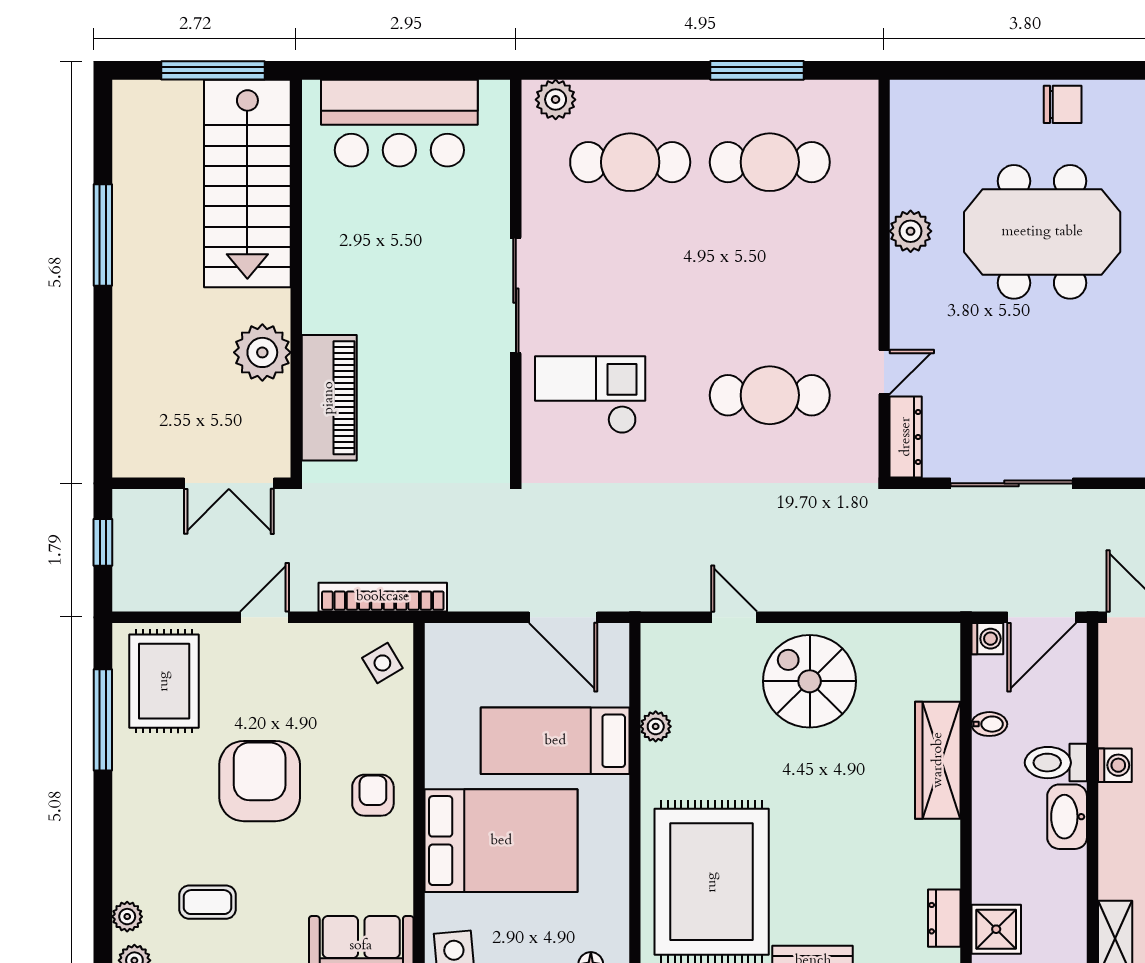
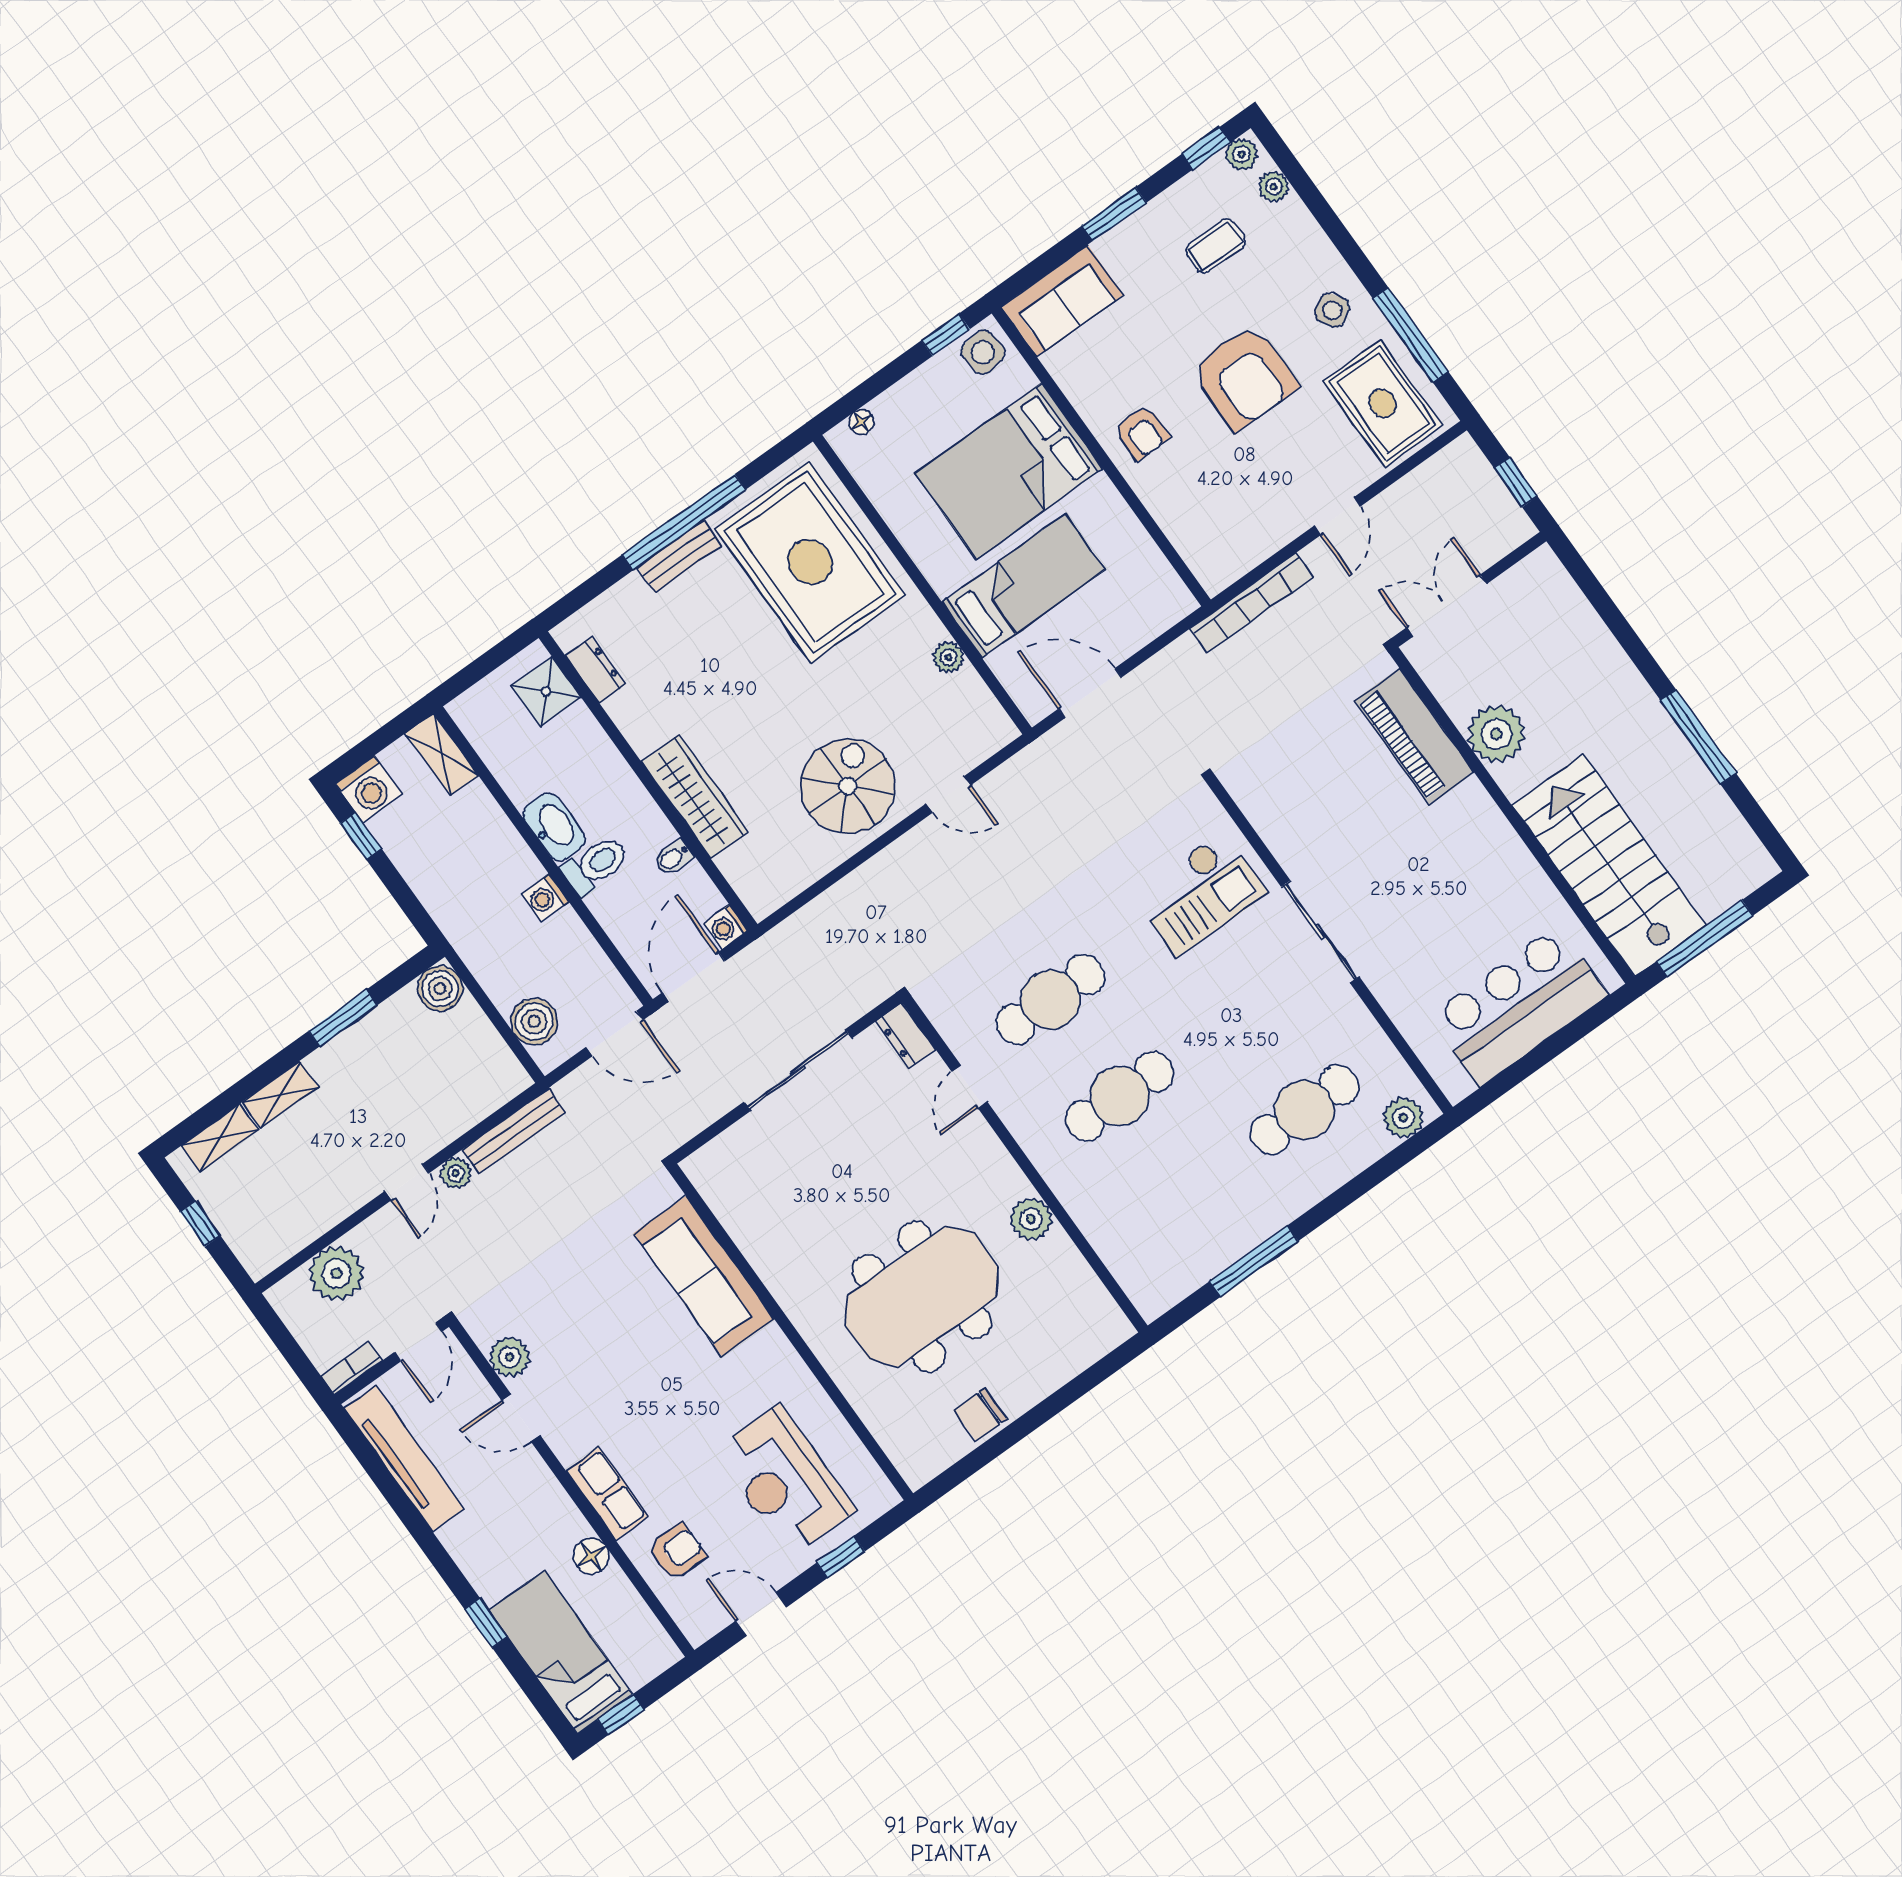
cafe table: (770, 162) -> (1120, 1096), moved
dresser: (906, 437) -> (906, 1035), width x0.70
side table: (382, 663) -> (1332, 310), moved
spiral stairs: (810, 681) -> (848, 786), turned -90

